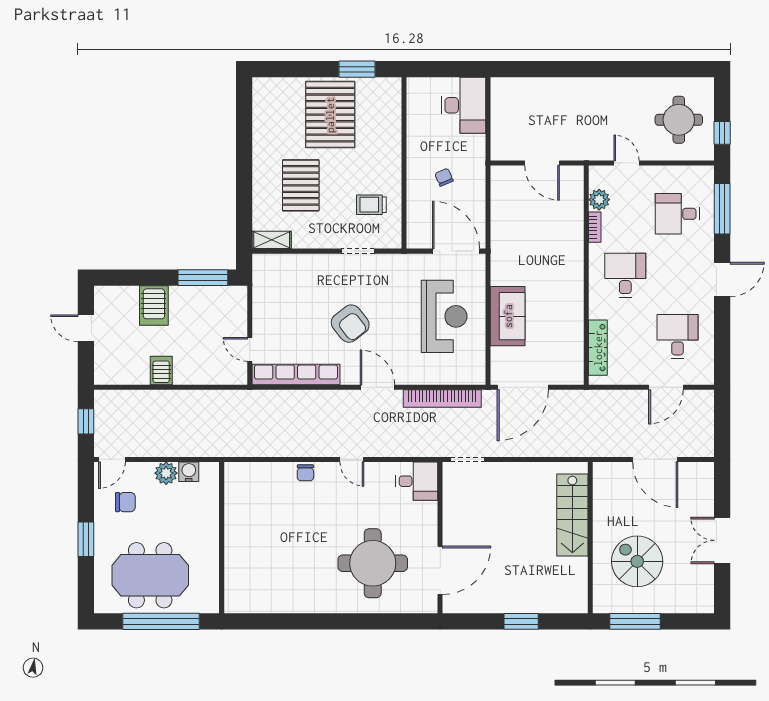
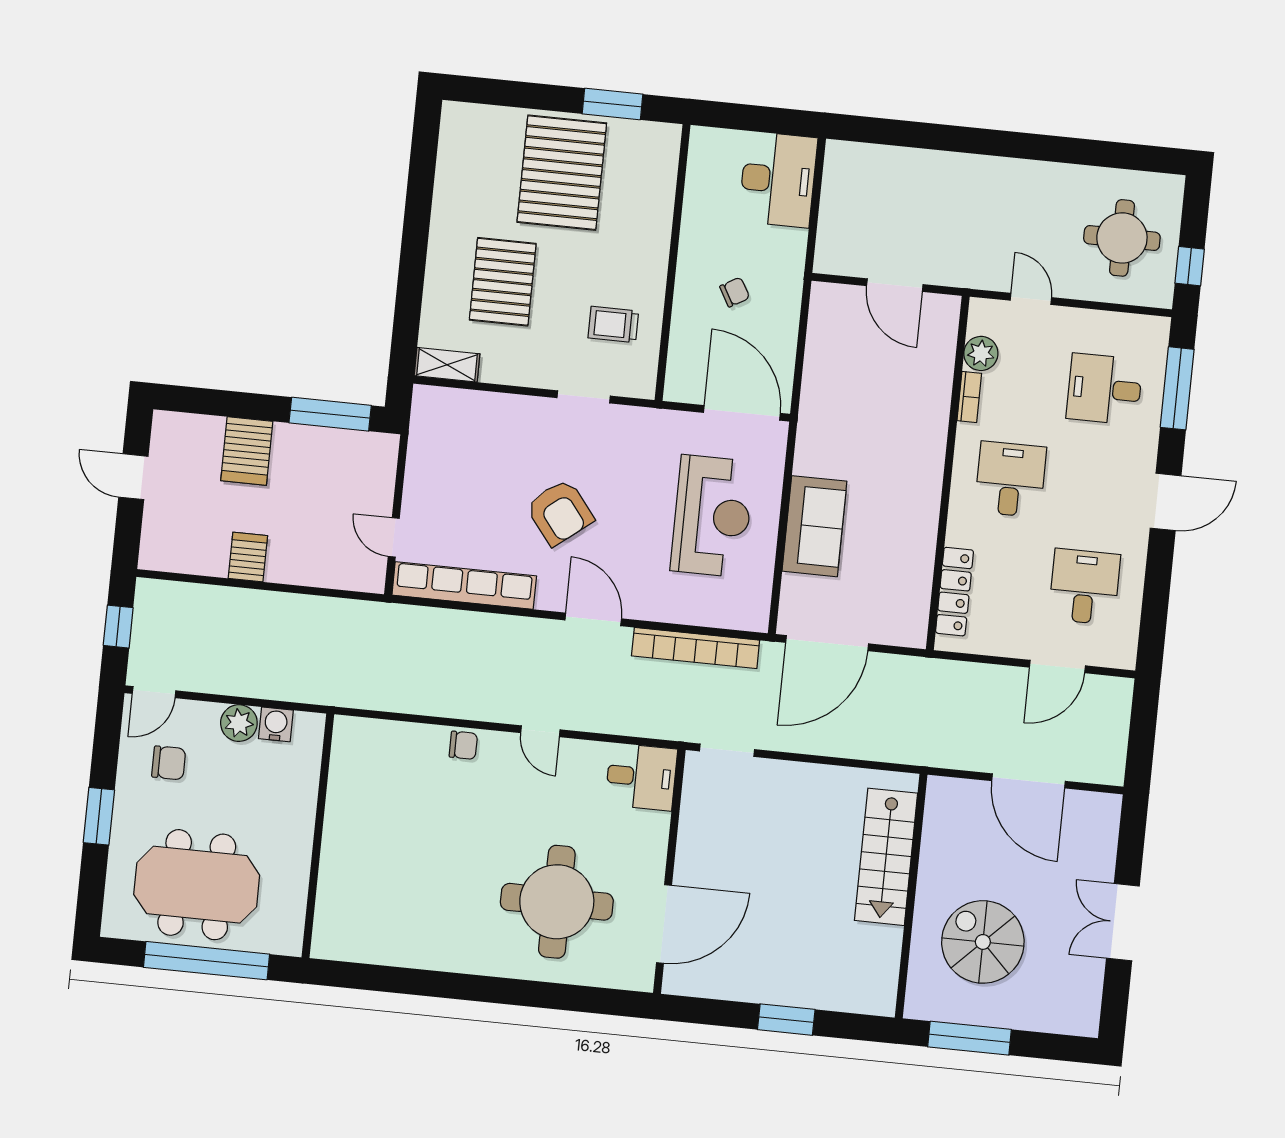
chair: (444, 177) -> (735, 292), turned 83
chair: (305, 473) -> (463, 745), turned -90

